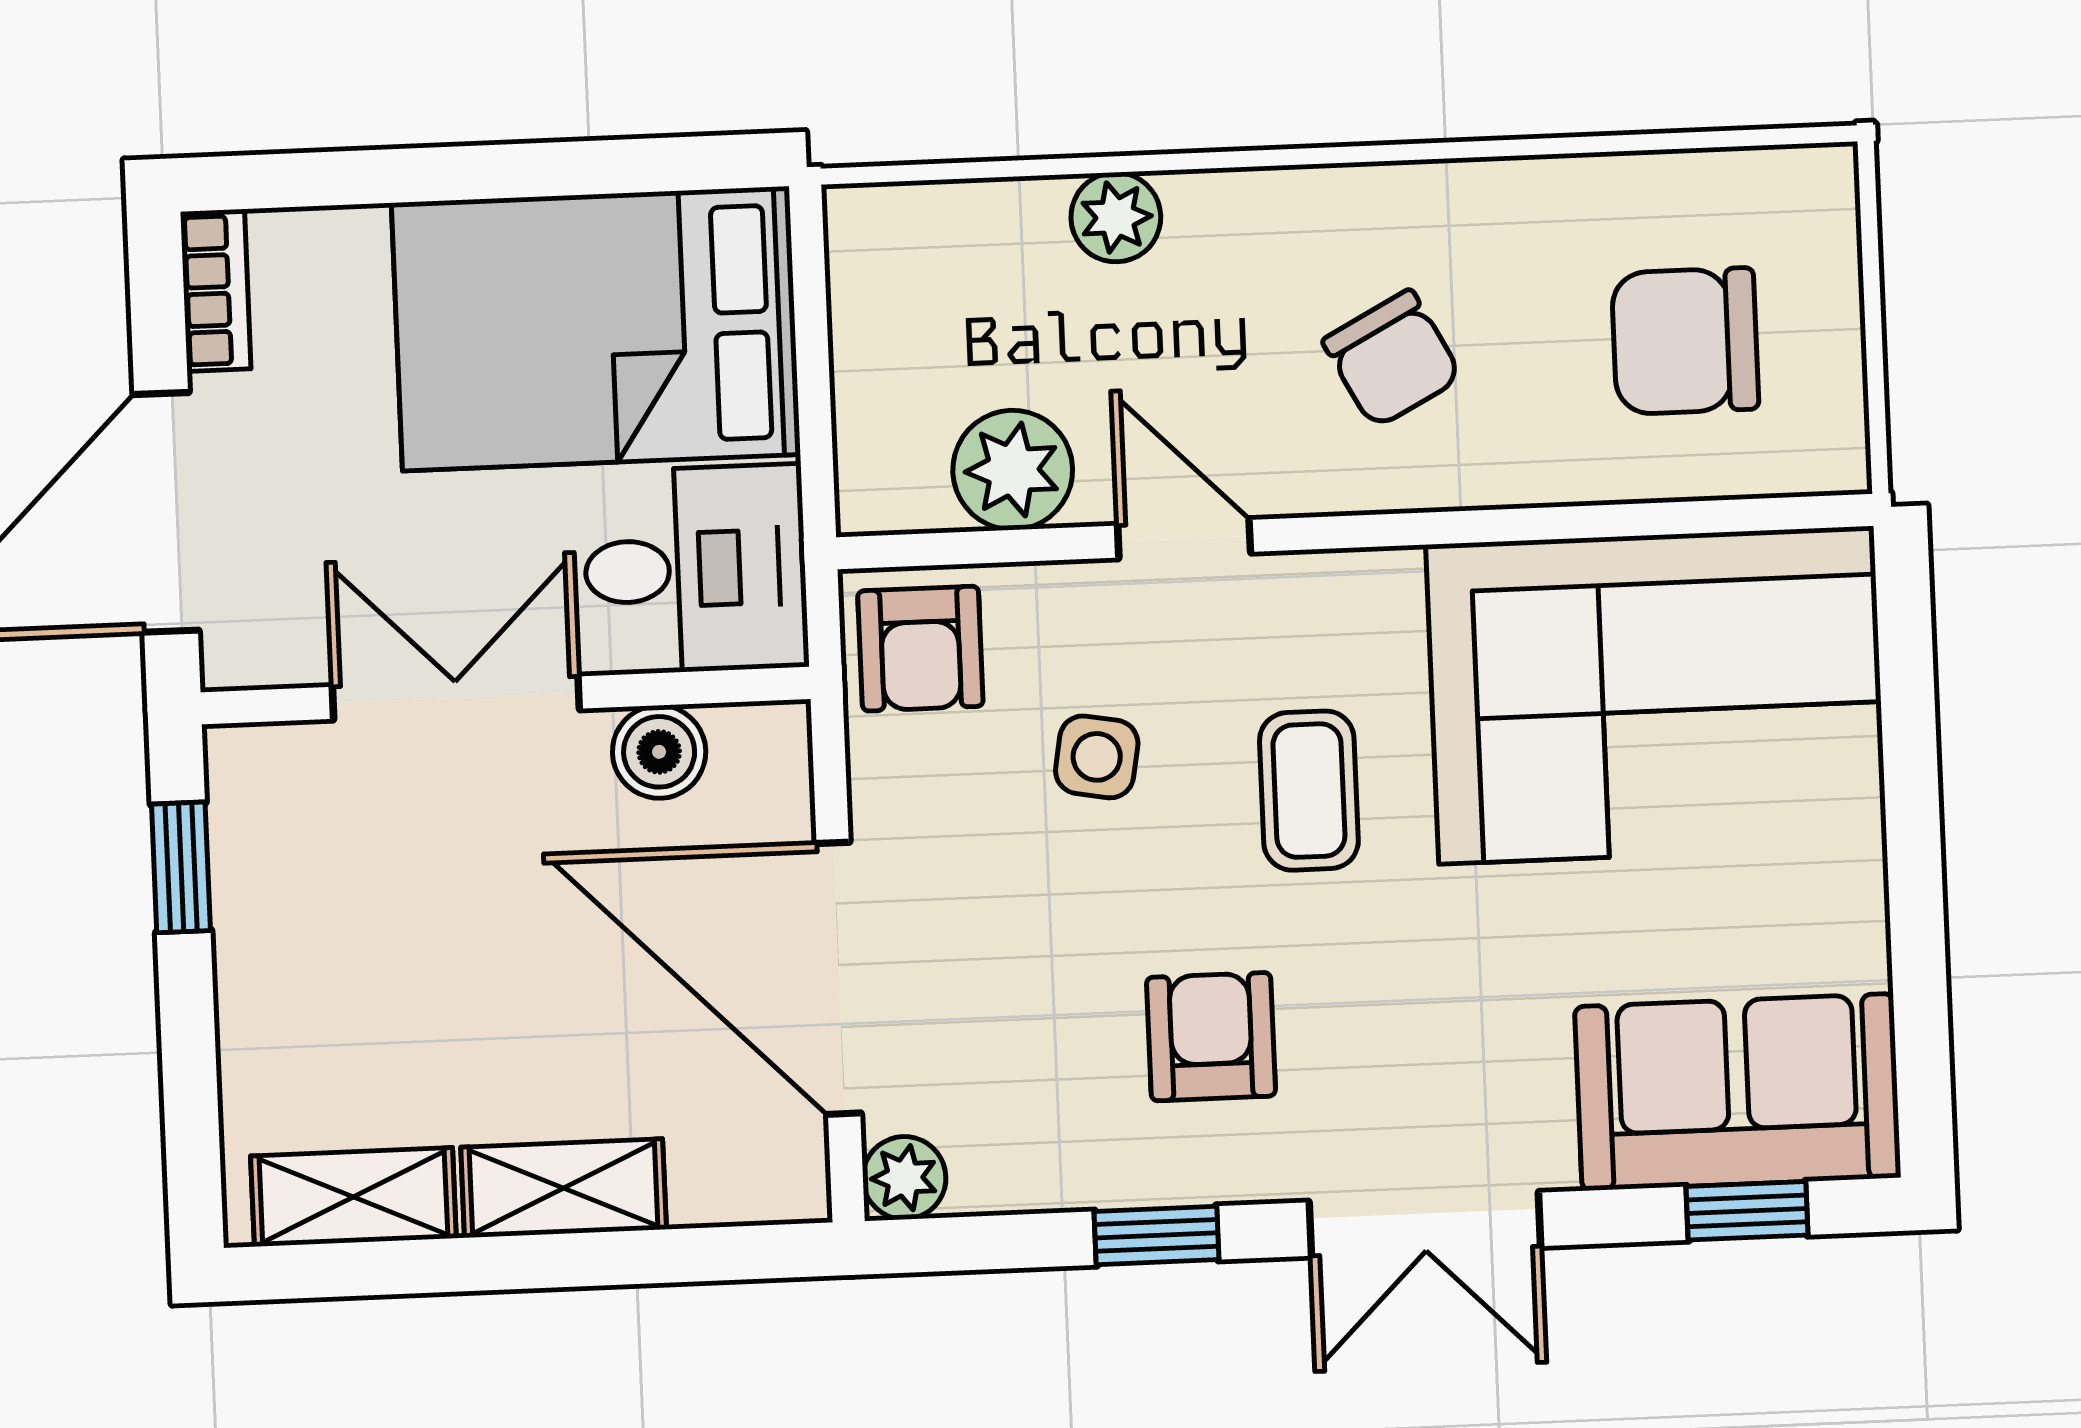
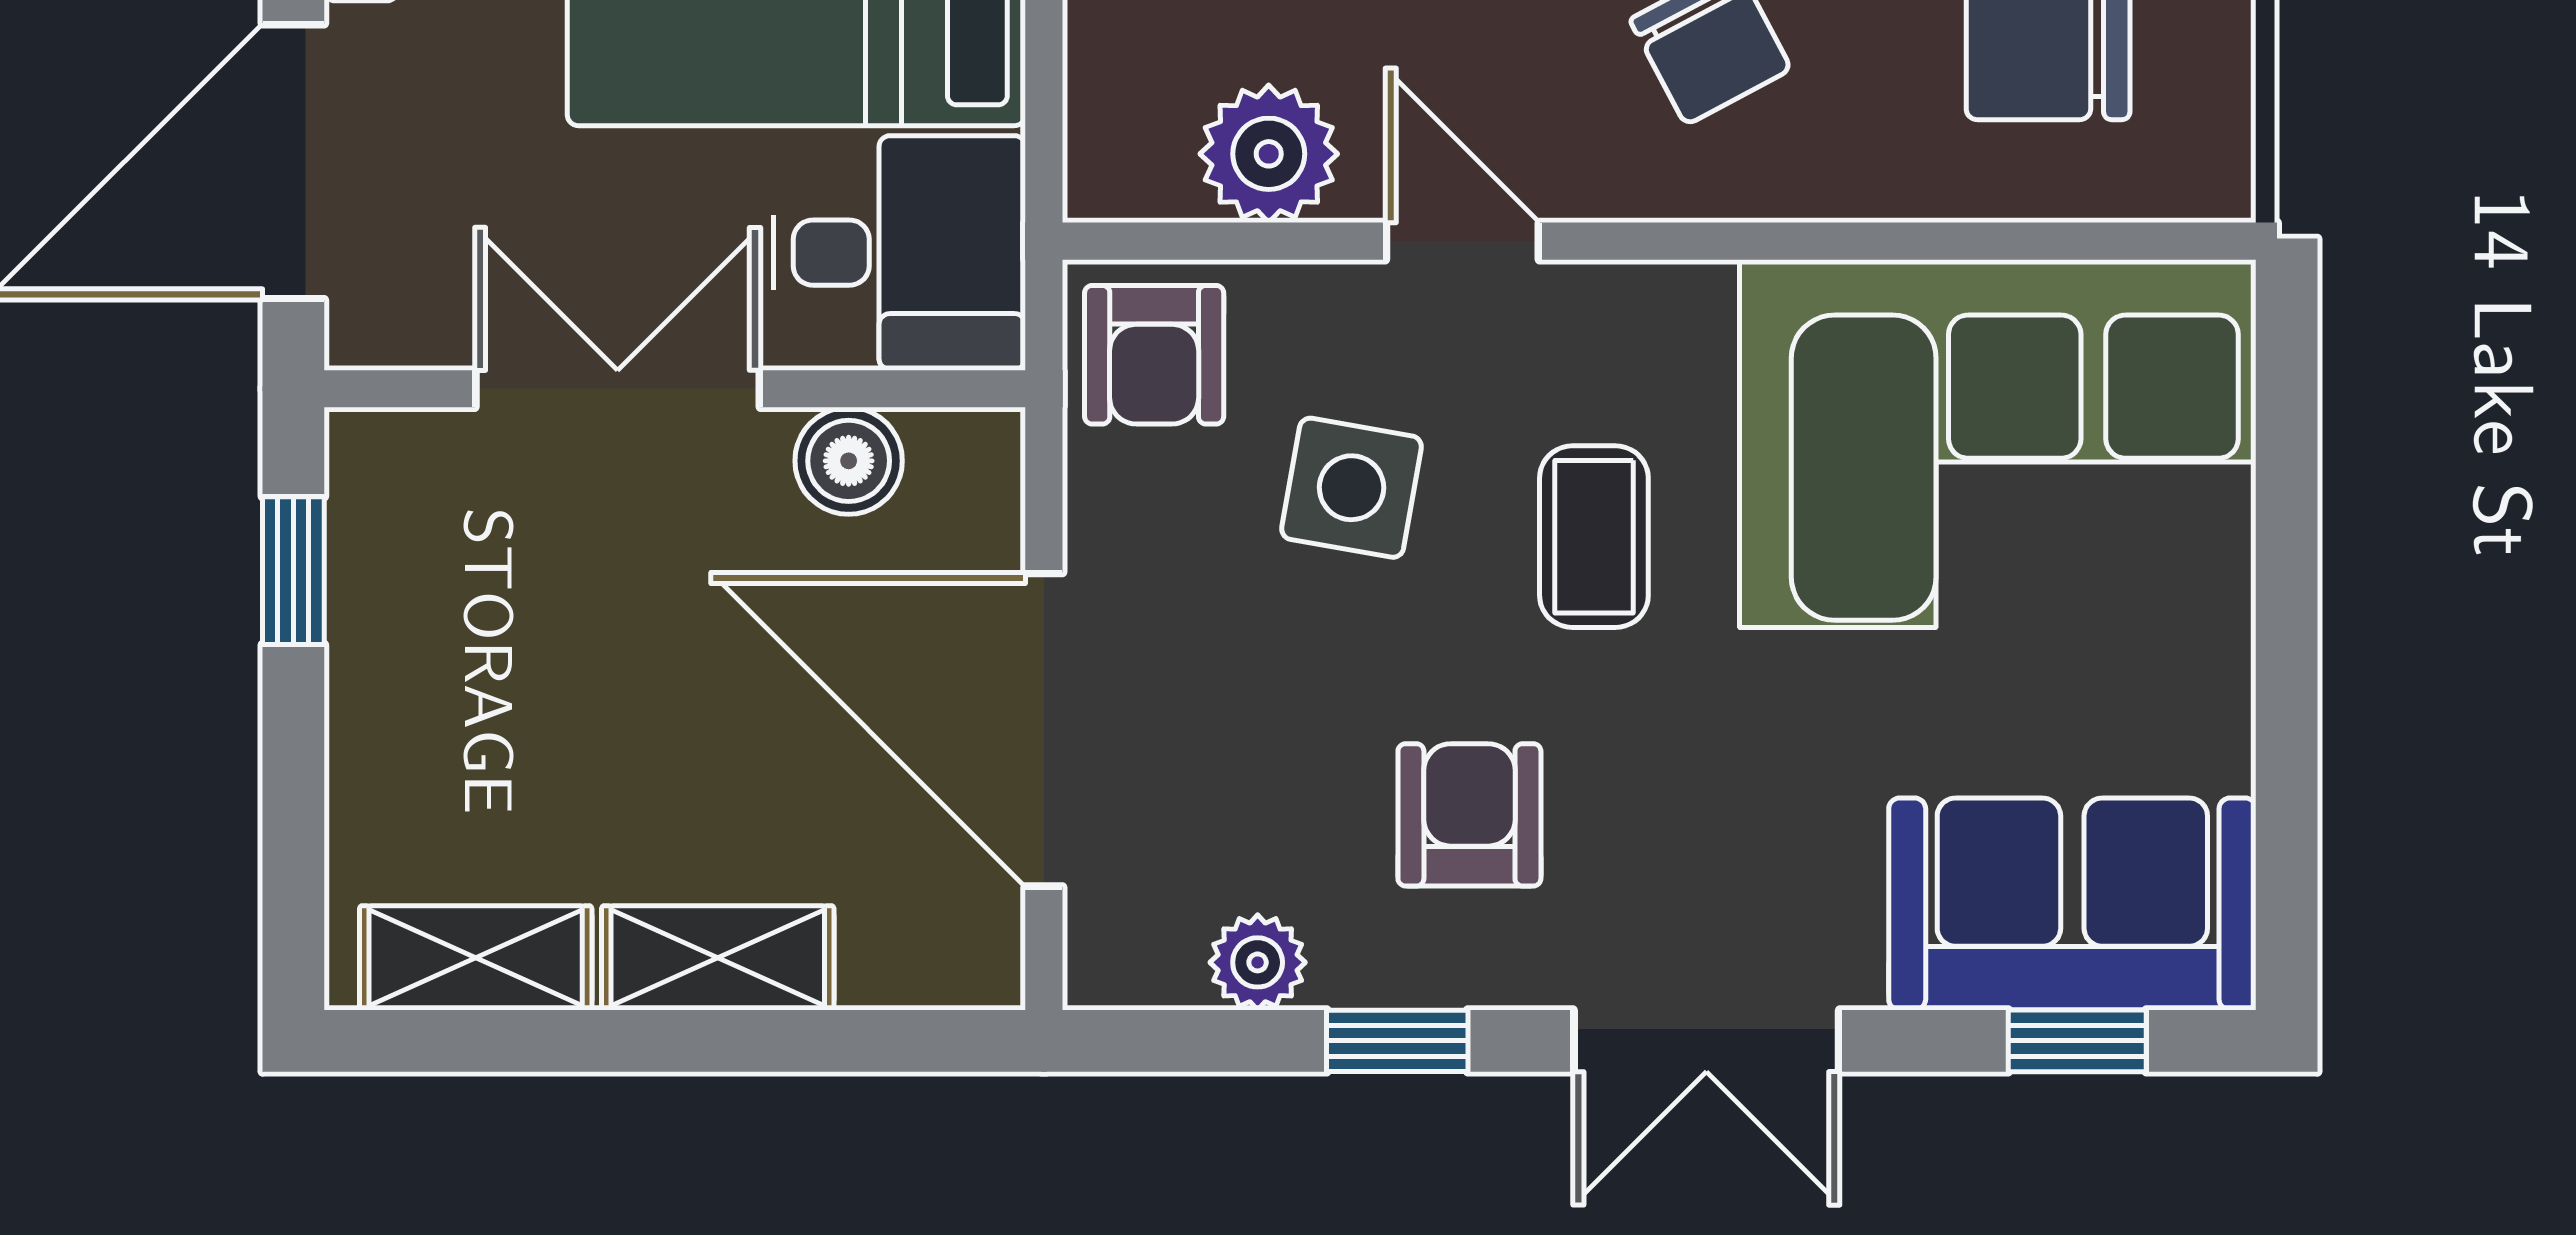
side table: (1097, 757) -> (1352, 488), width x1.37, depth x1.37
plant: (904, 1178) -> (1258, 962), moved

